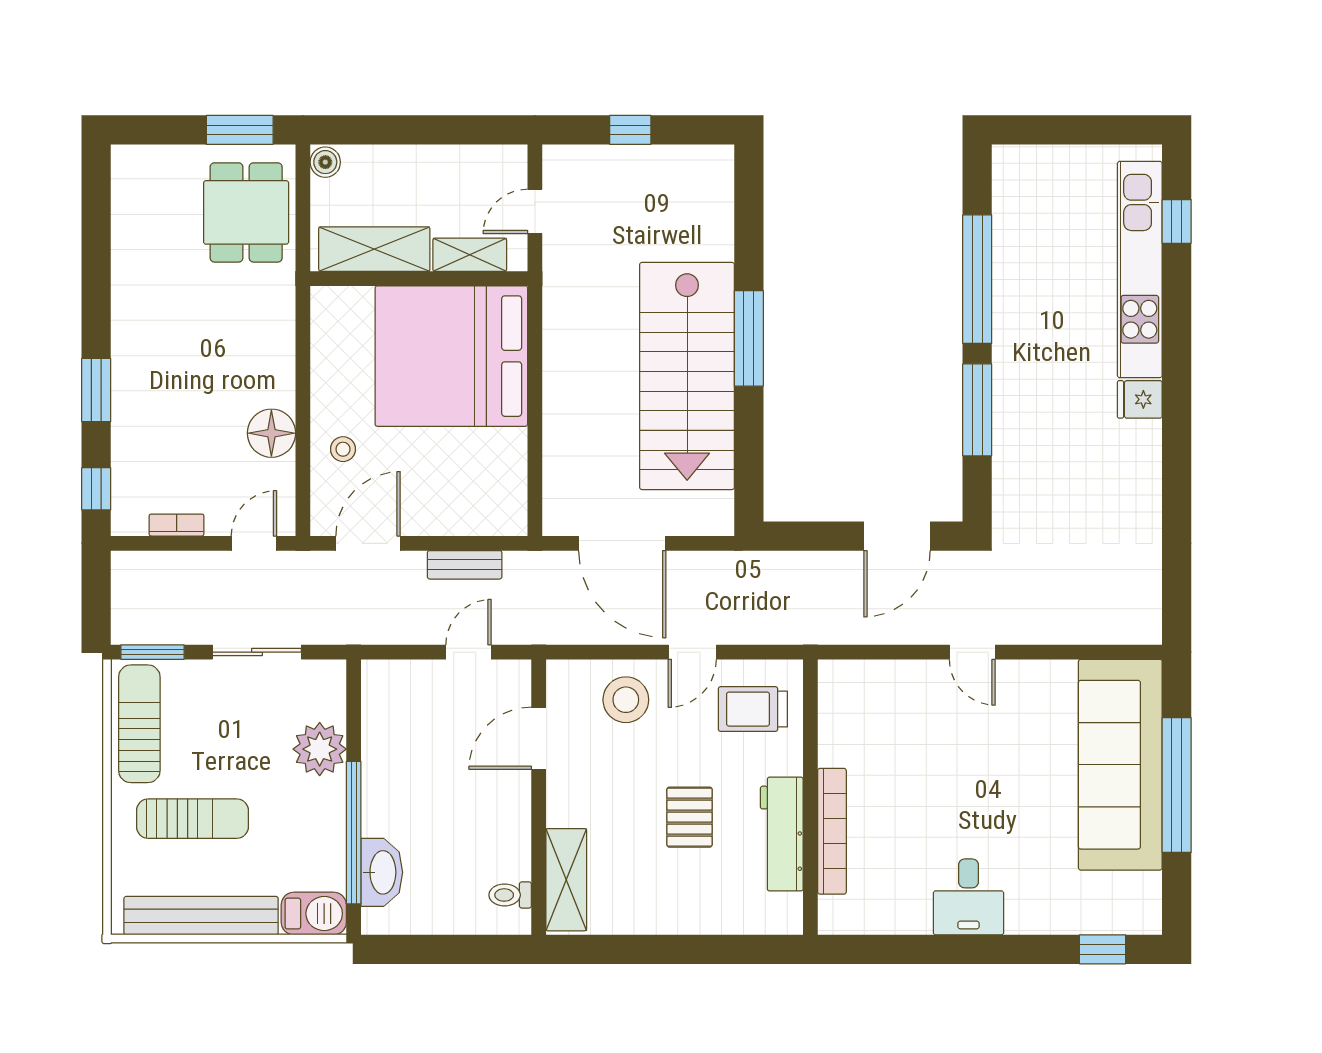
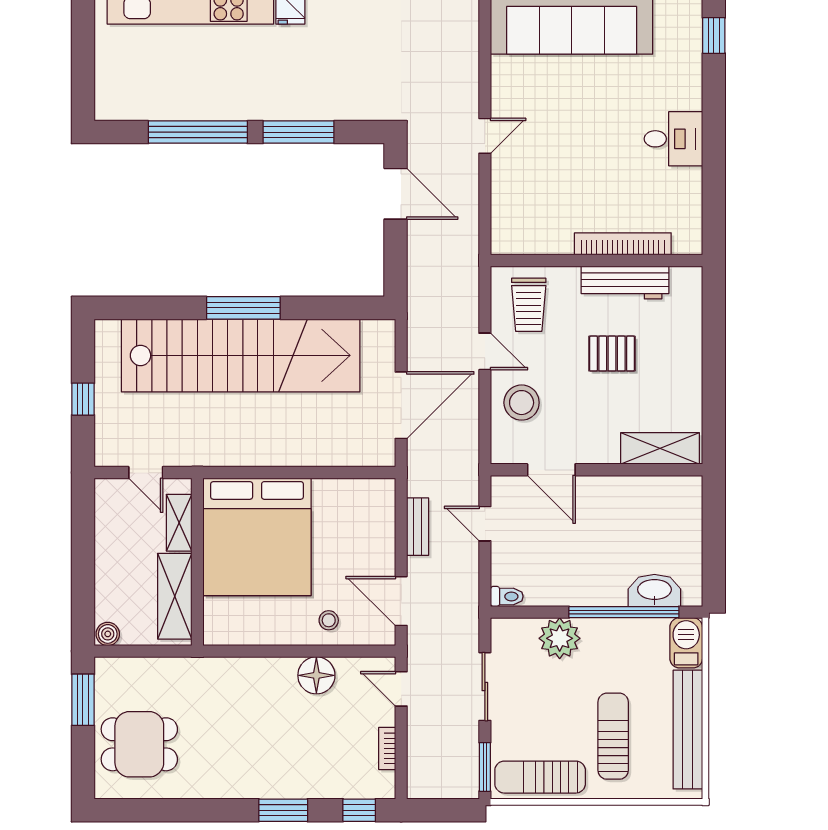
dining table: (246, 212) -> (139, 744), moved
stairs: (687, 376) -> (241, 355), width x1.36
toilet: (510, 895) -> (507, 596), moved, turned -90

